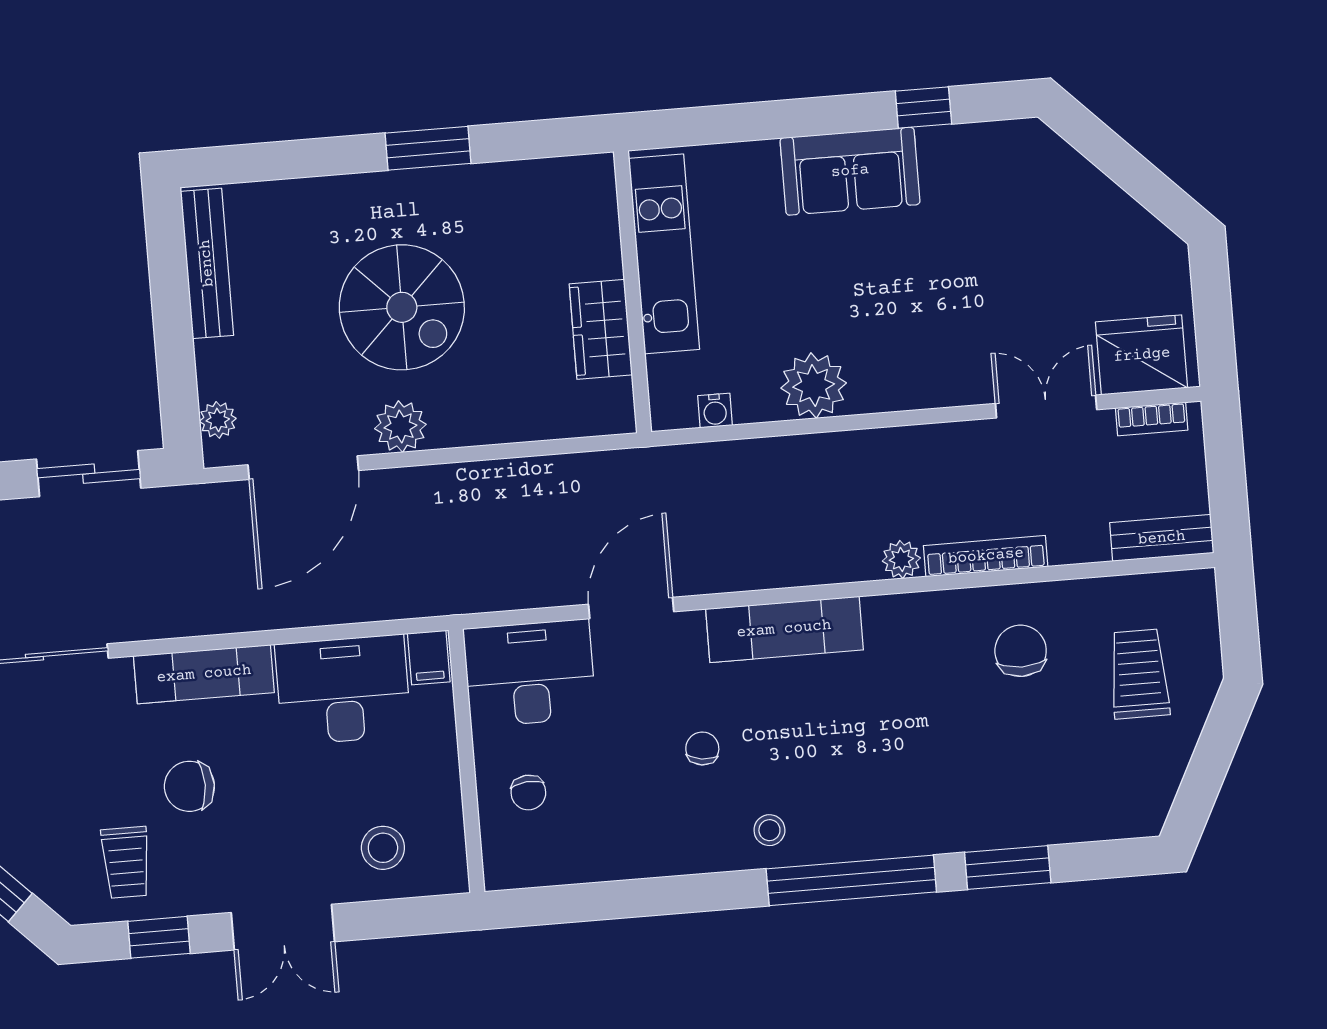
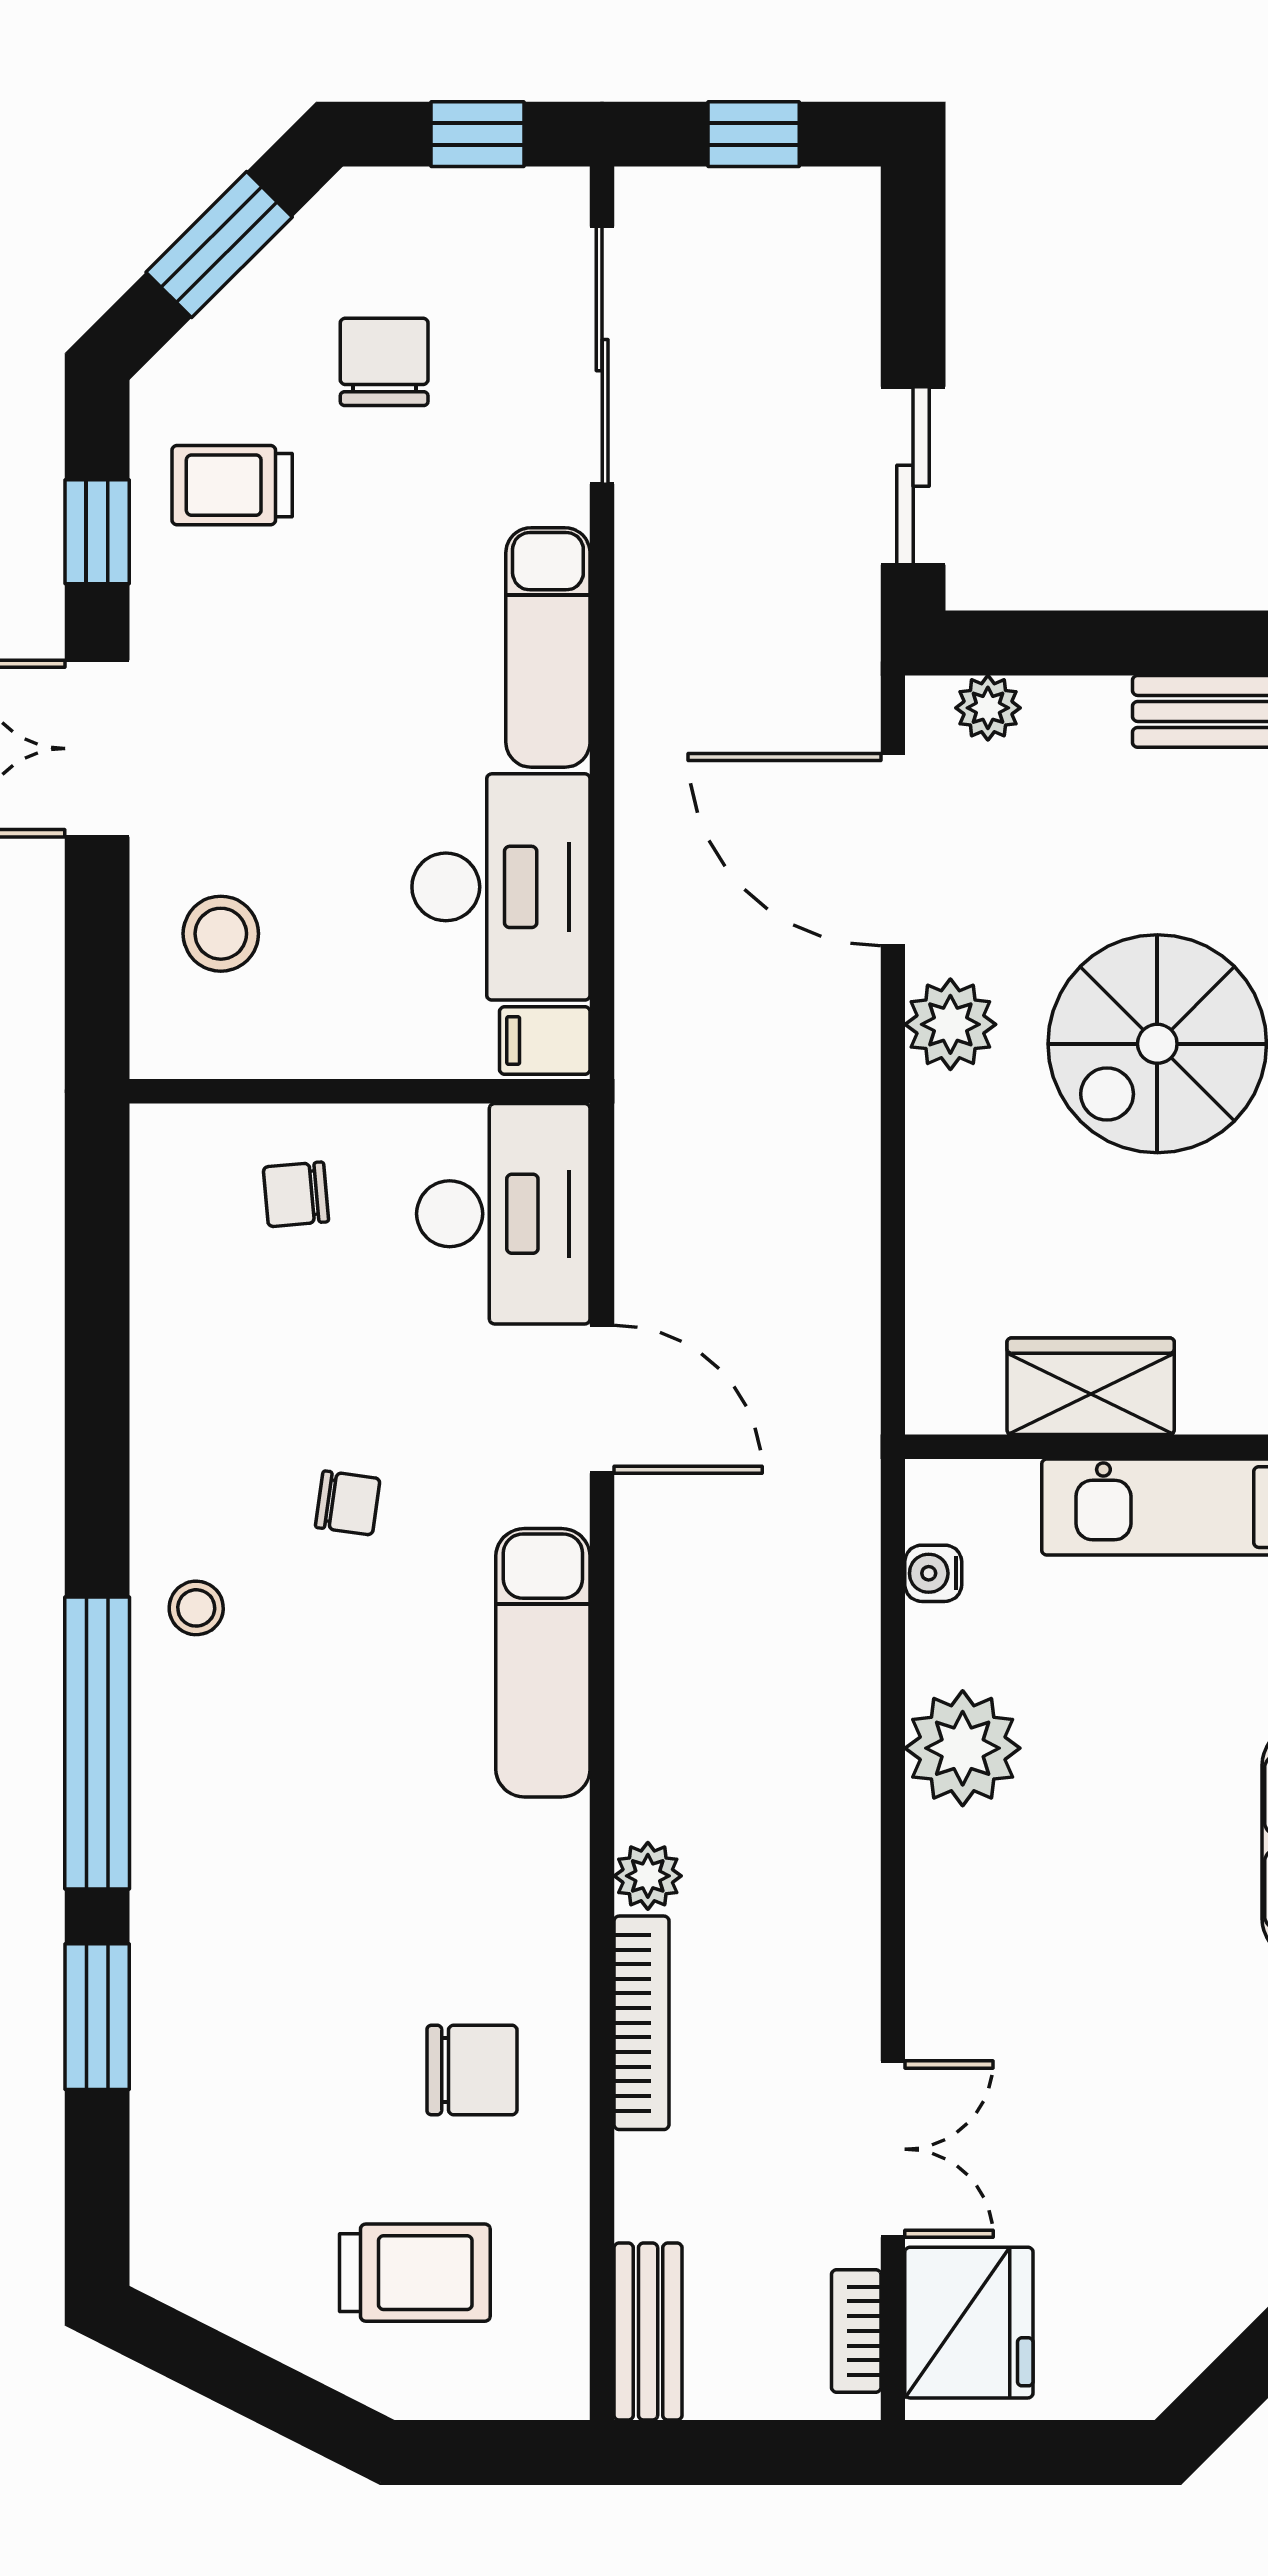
chair: (189, 786) -> (384, 362), moved

